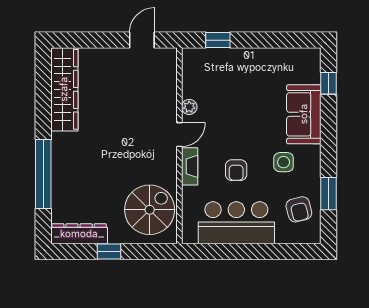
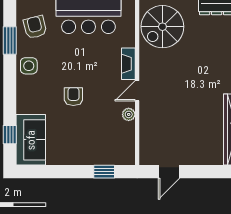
sofa: (304, 114) -> (31, 140), moved
side table: (284, 162) -> (29, 66), moved
armchair: (236, 170) -> (73, 97), moved

